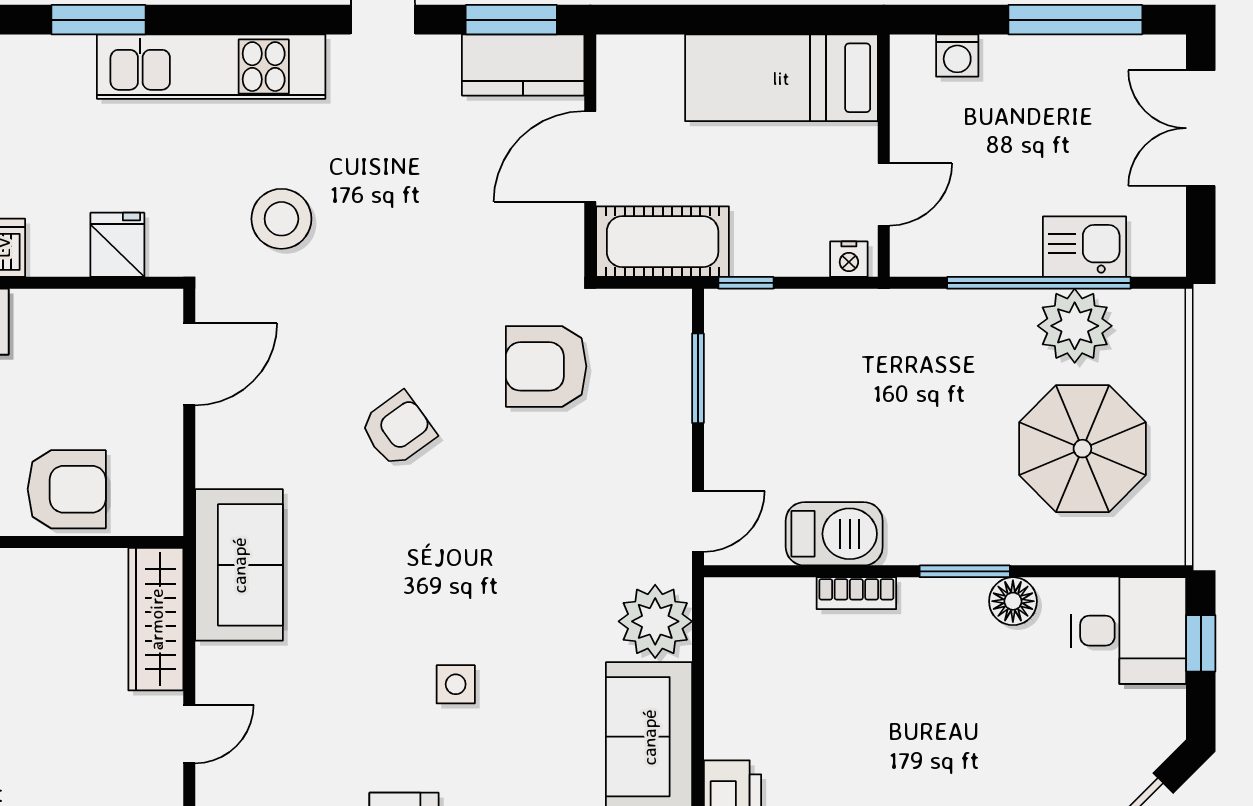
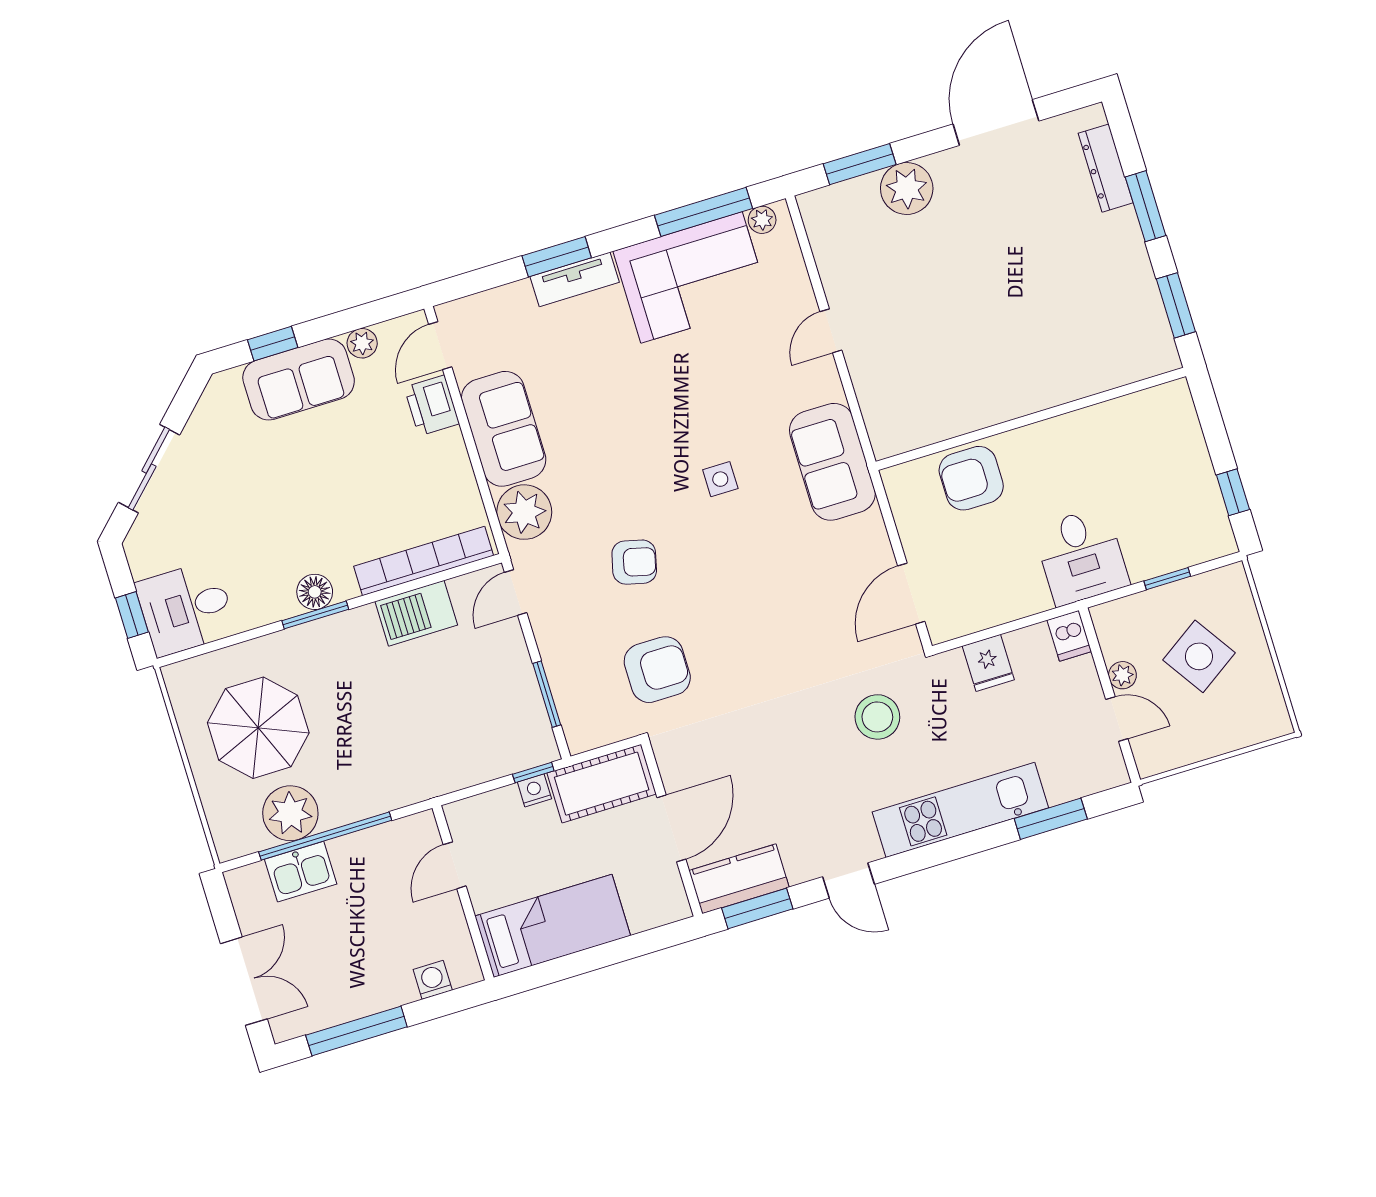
nightstand: (849, 259) -> (534, 790), moved
armchair: (398, 429) -> (634, 562), moved, turned -130
bookcase: (856, 593) -> (424, 561), width x2.31, depth x1.31
floor lamp: (1013, 601) -> (315, 592), moved
wardrobe: (156, 619) -> (880, 405), removed
side table: (456, 684) -> (720, 479), moved

